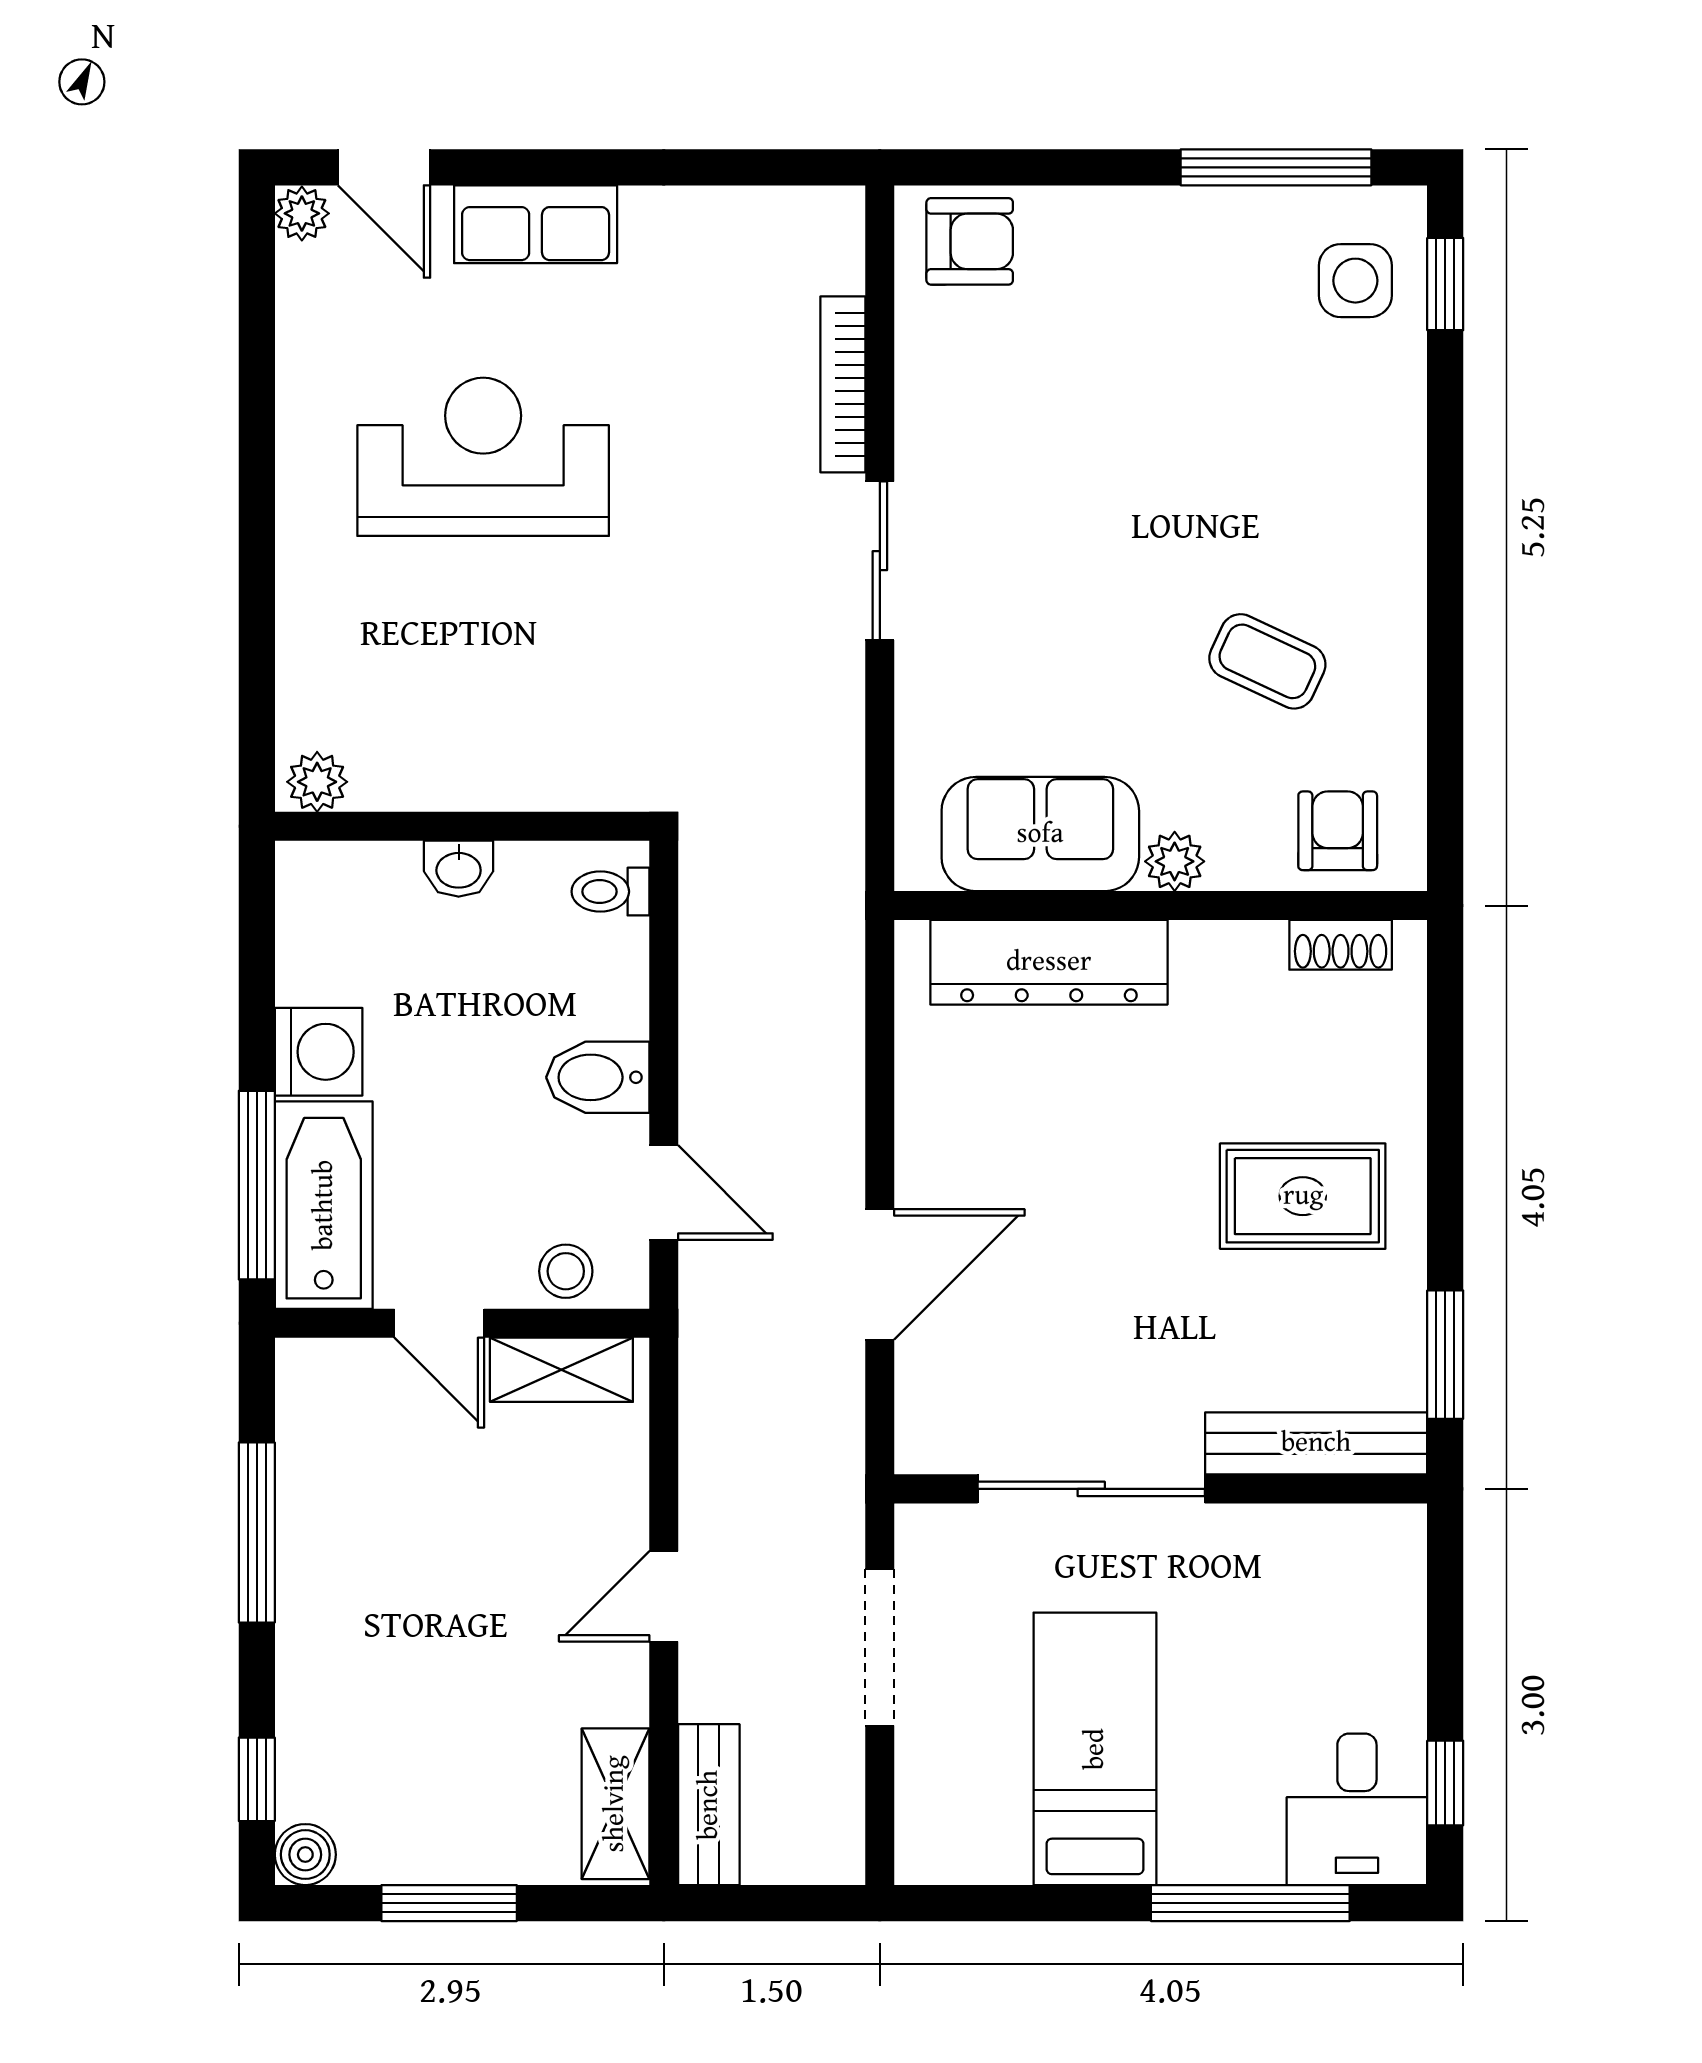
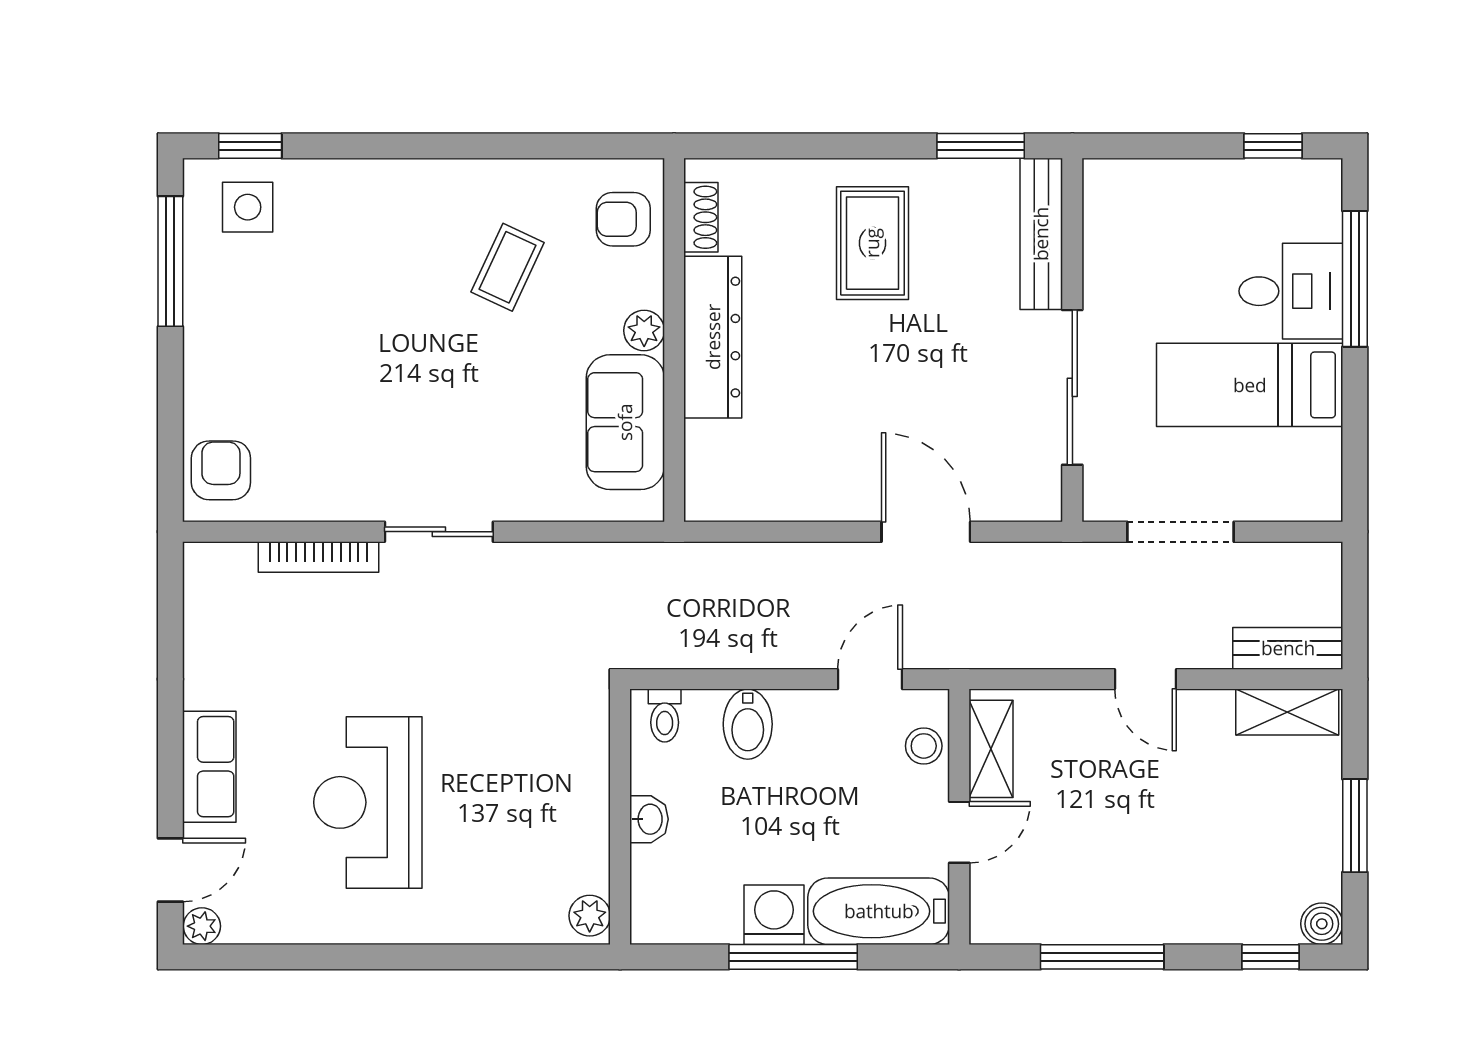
dresser: (1049, 962) -> (713, 337), moved
bidet: (598, 1077) -> (748, 724), moved
window: (257, 1185) -> (793, 957), moved
desk: (1357, 1809) -> (1291, 291), moved

